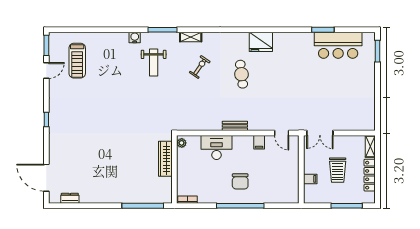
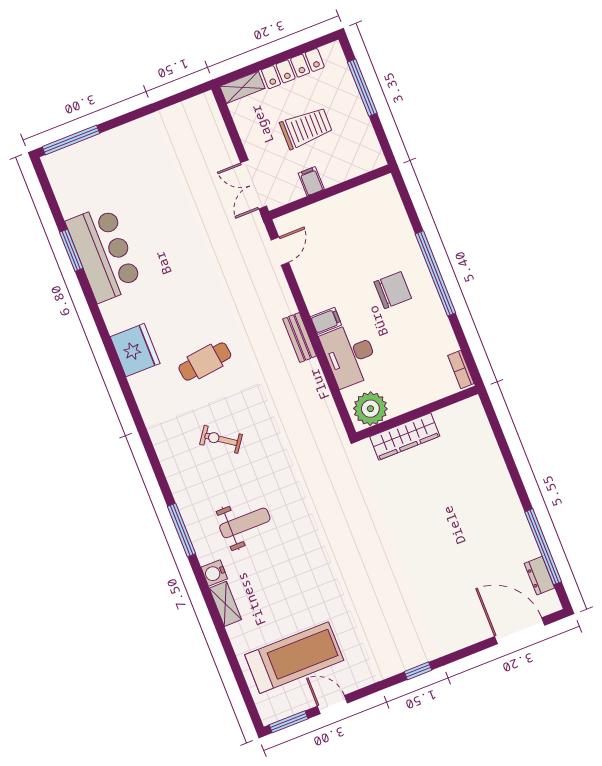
shelving: (191, 37) -> (225, 604), moved
bar counter: (338, 45) -> (104, 254), moved
window: (378, 51) -> (71, 140), width x1.44
treadmill: (77, 61) -> (294, 658), width x1.37, depth x1.38
double door: (320, 133) -> (254, 184), swing flipped
filing cabinet: (259, 142) -> (326, 321), moved
plant: (182, 143) -> (370, 409), width x1.88, depth x1.88
door: (46, 178) -> (520, 631), swing flipped
filing cabinet: (310, 179) -> (311, 181), moved
window: (143, 206) -> (543, 547), moved

